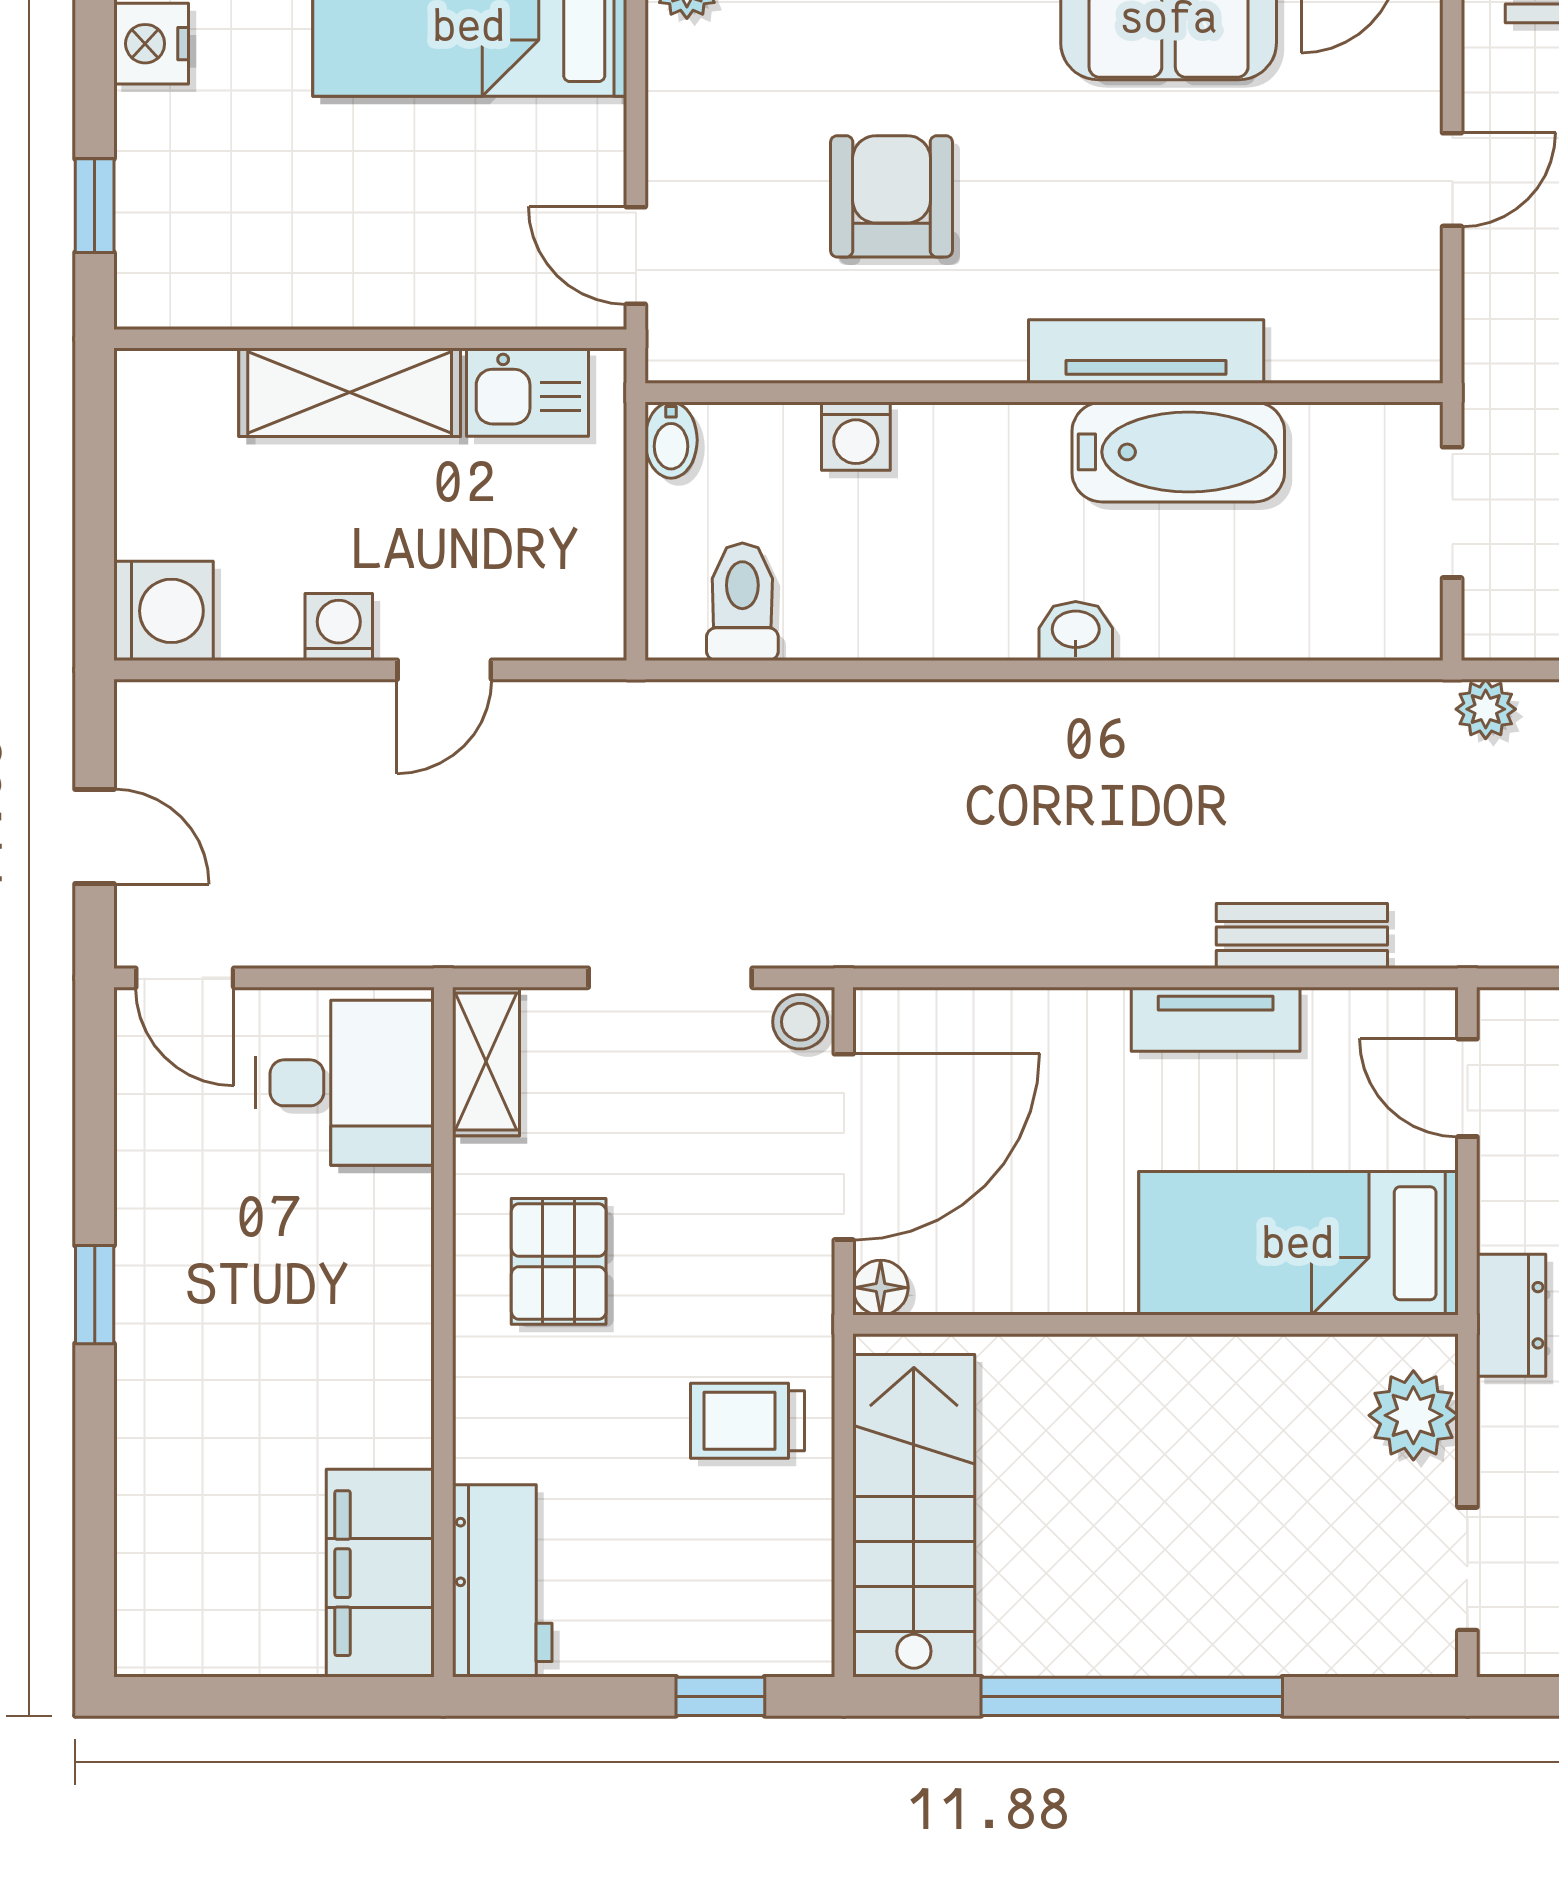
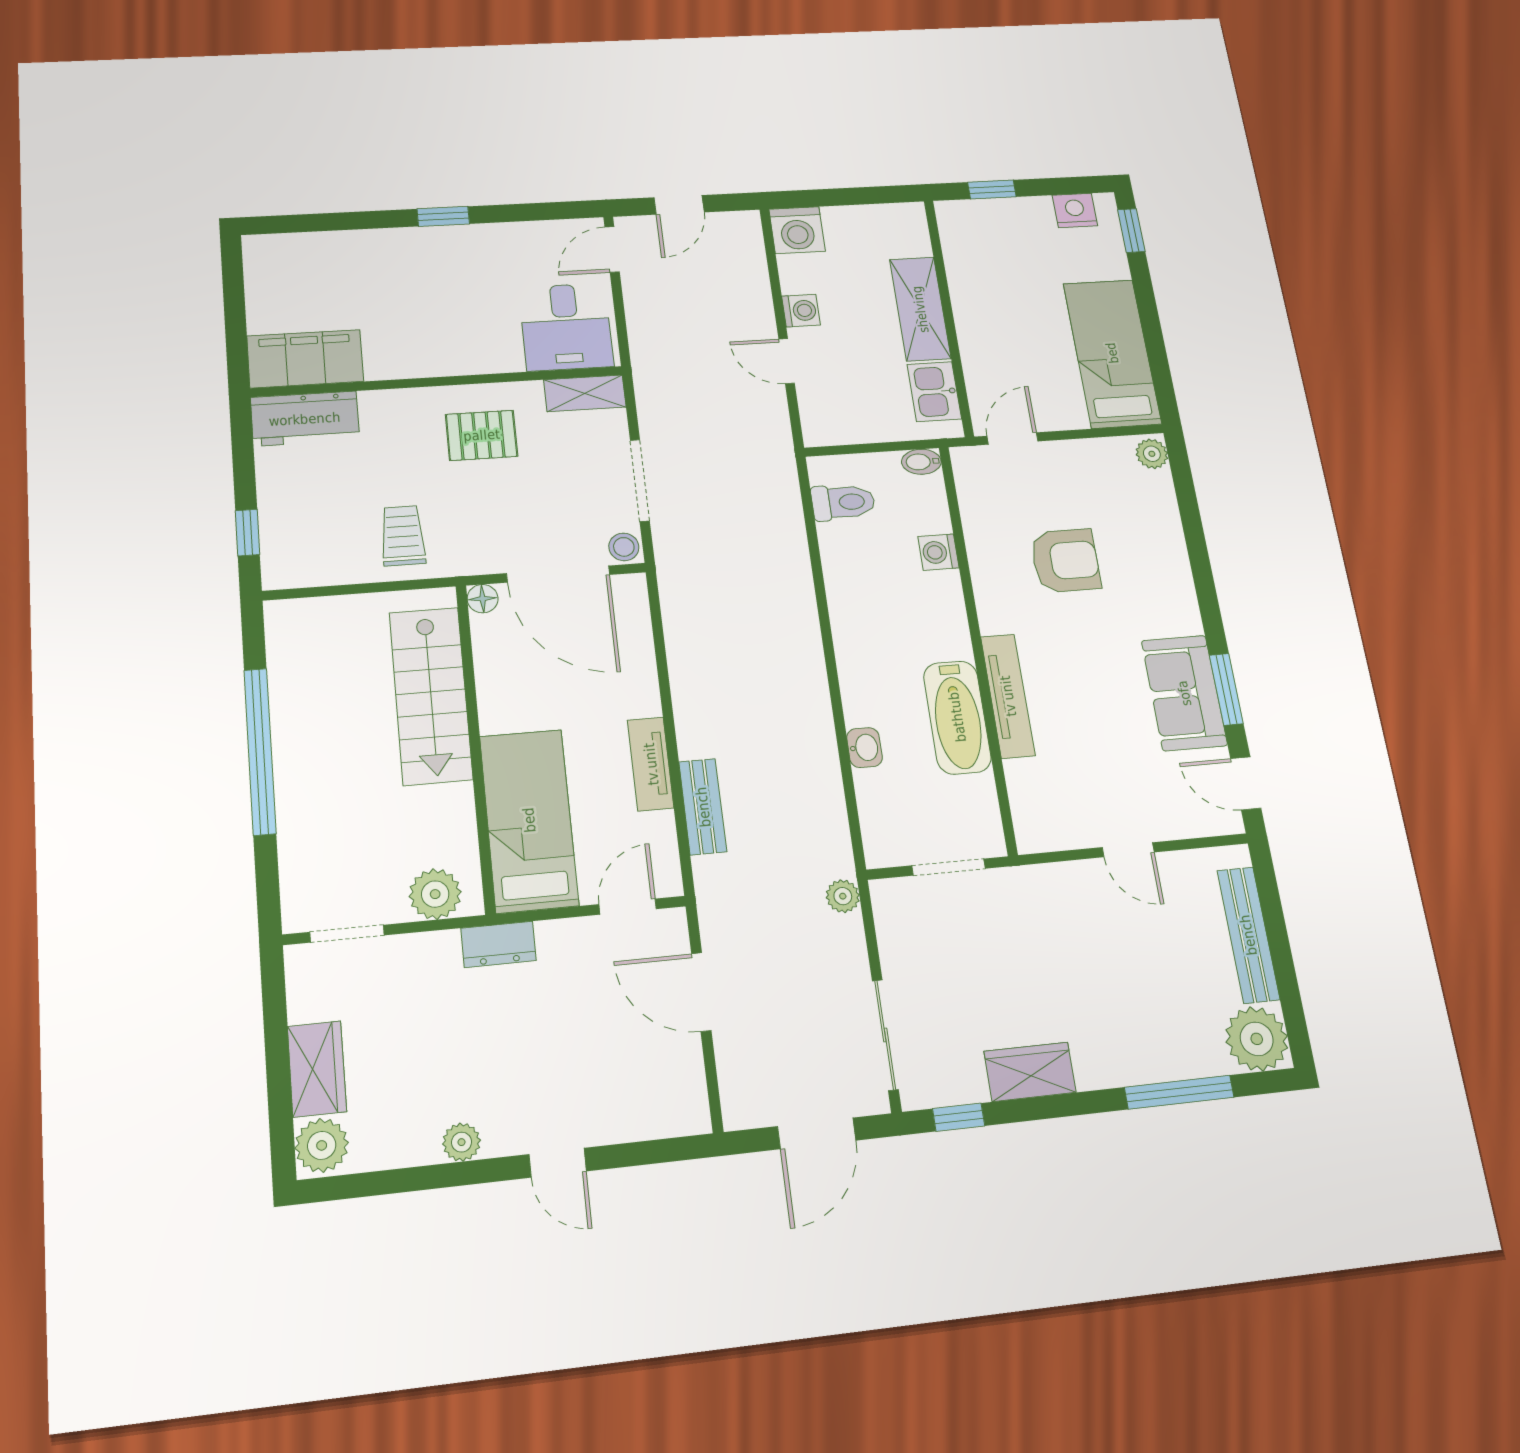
washbasin: (1076, 631) -> (864, 748), moved
stairs: (914, 1516) -> (431, 695), moved, turned 90

